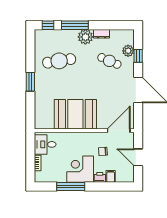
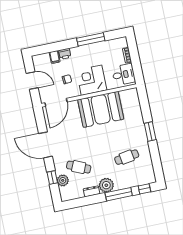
cafe table: (59, 61) -> (127, 157), width x0.73, depth x0.74
corner desk: (80, 169) -> (92, 80), moved, turned 180

